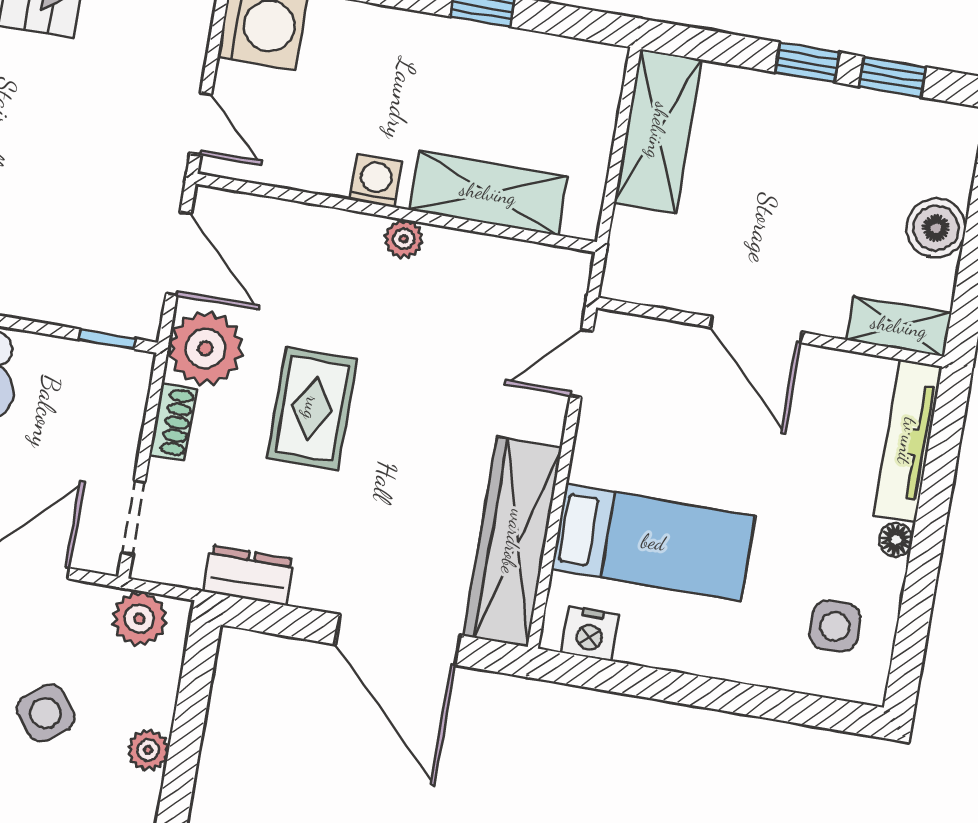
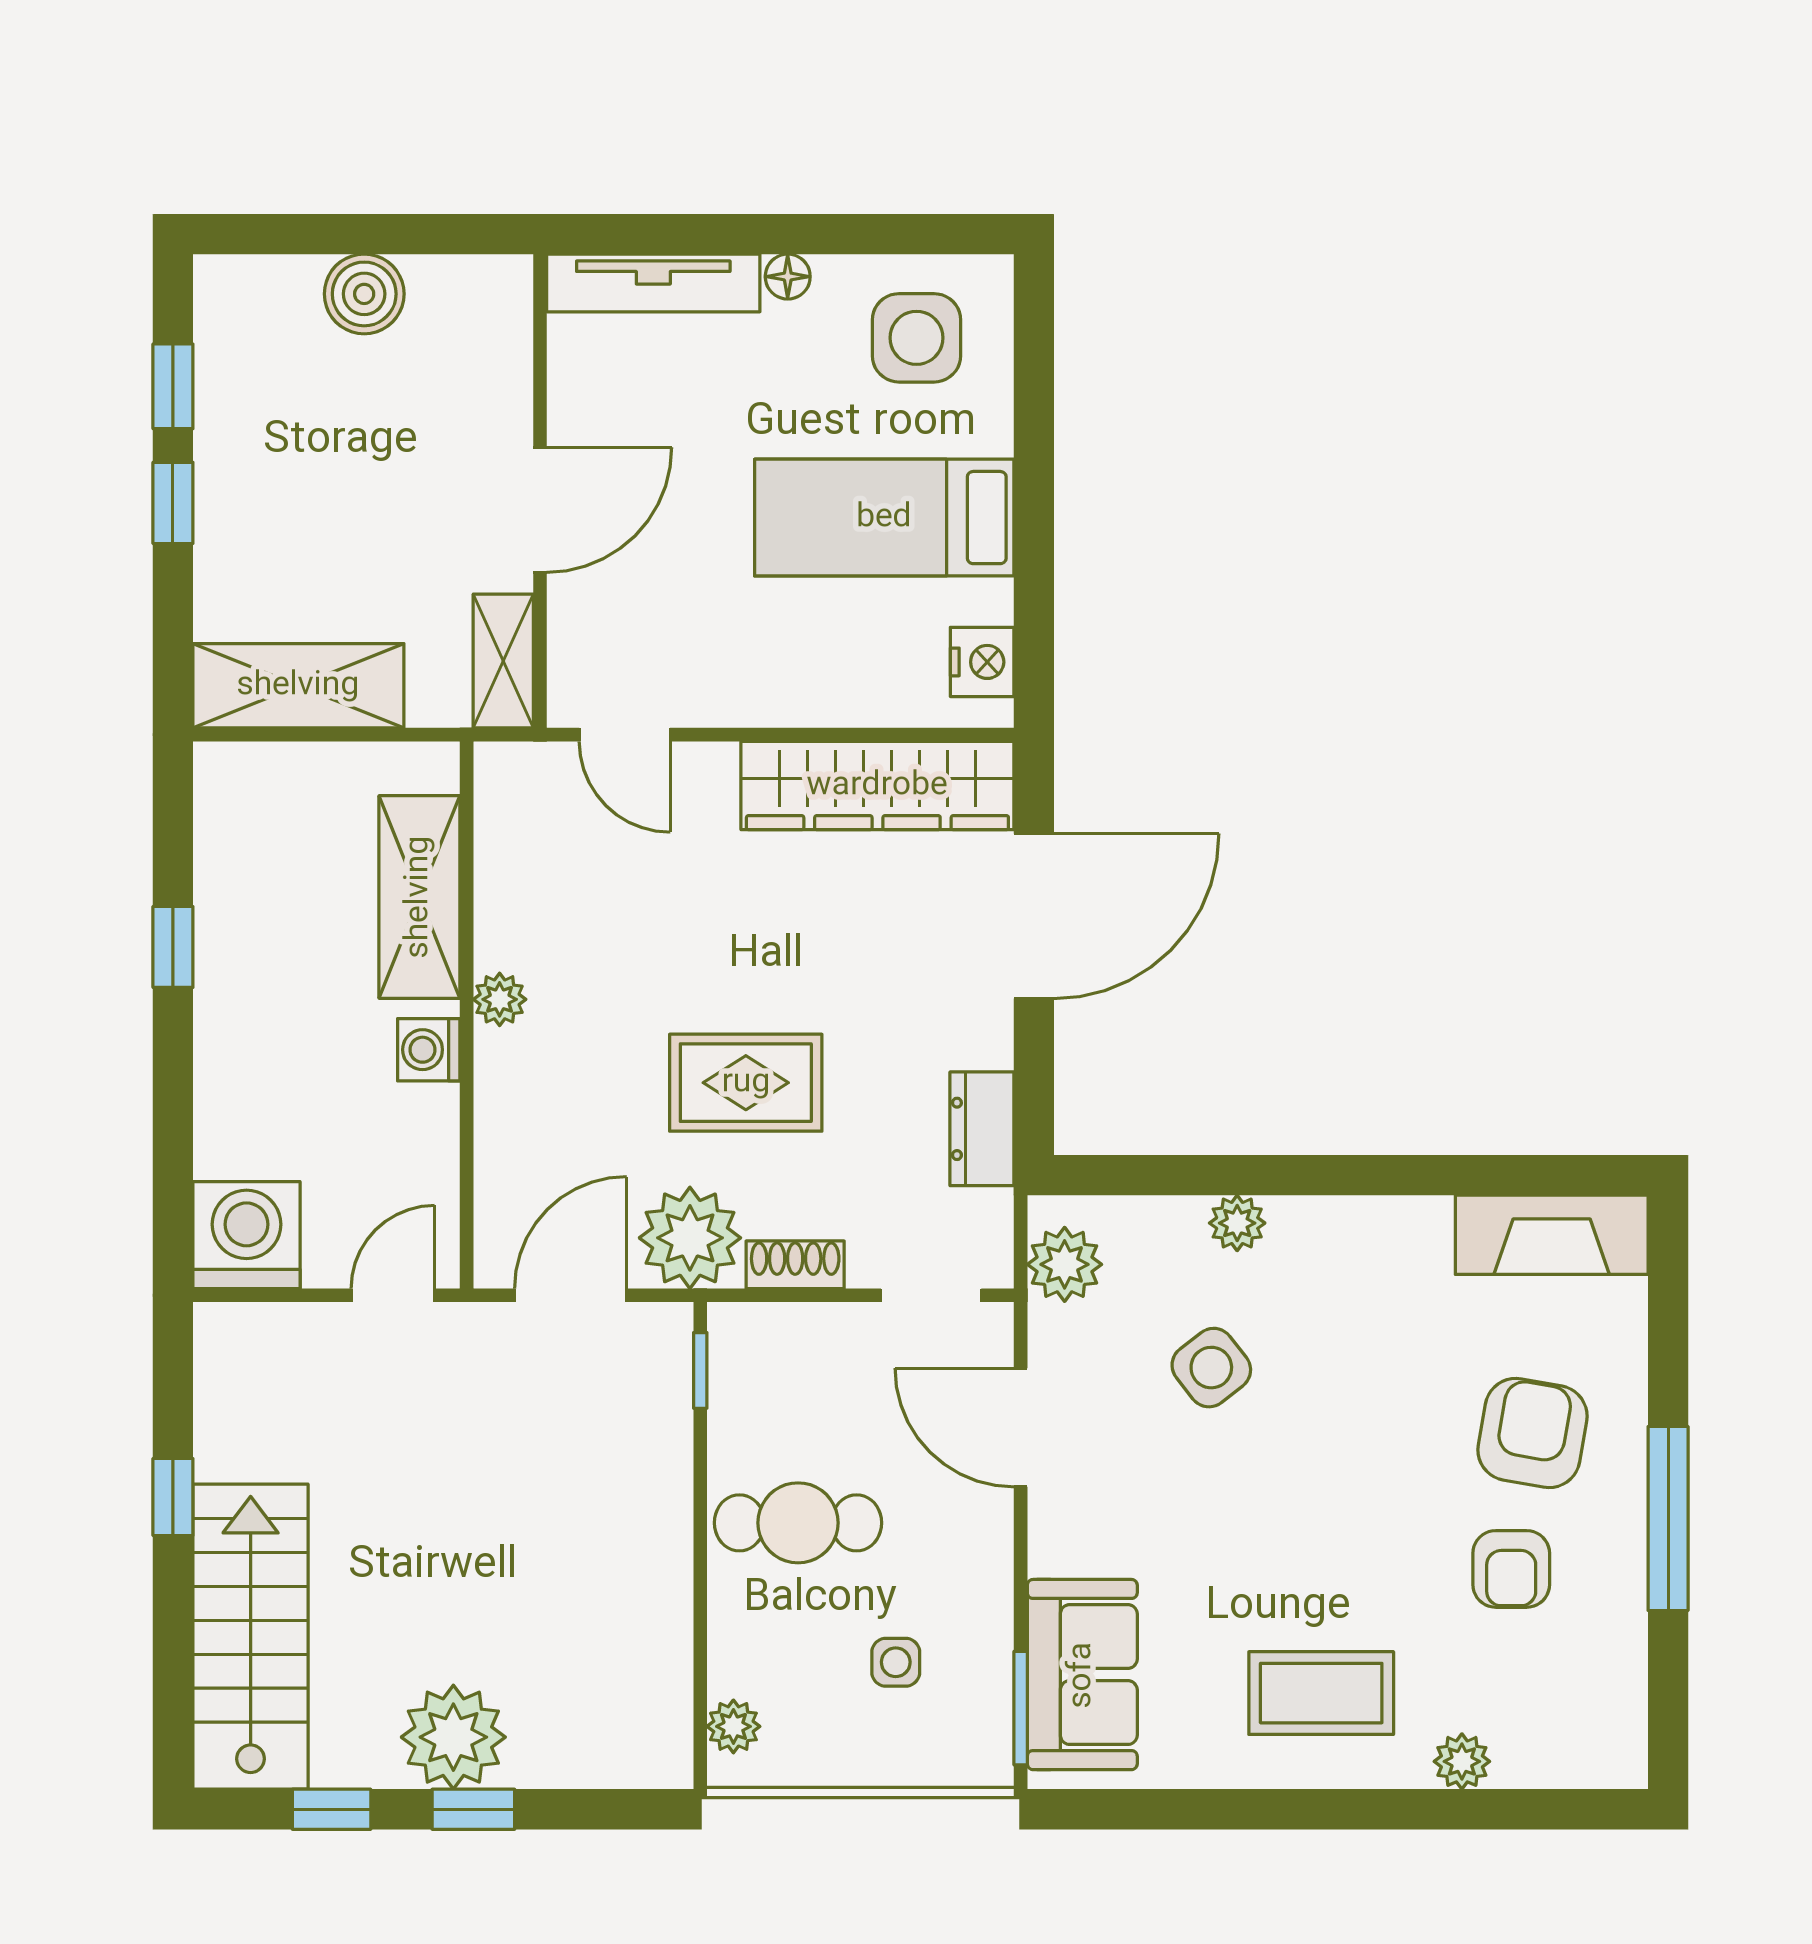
shelving: (899, 326) -> (503, 661), moved
bed: (653, 542) -> (884, 518), moved, turned -90
side table: (835, 626) -> (917, 338), width x1.37, depth x1.37

